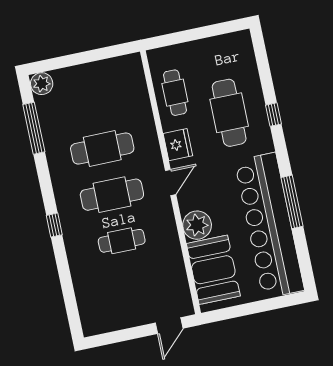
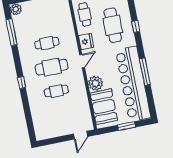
cafe table: (102, 149) -> (47, 43), width x0.73, depth x0.74
window: (257, 307) -> (126, 126), added

